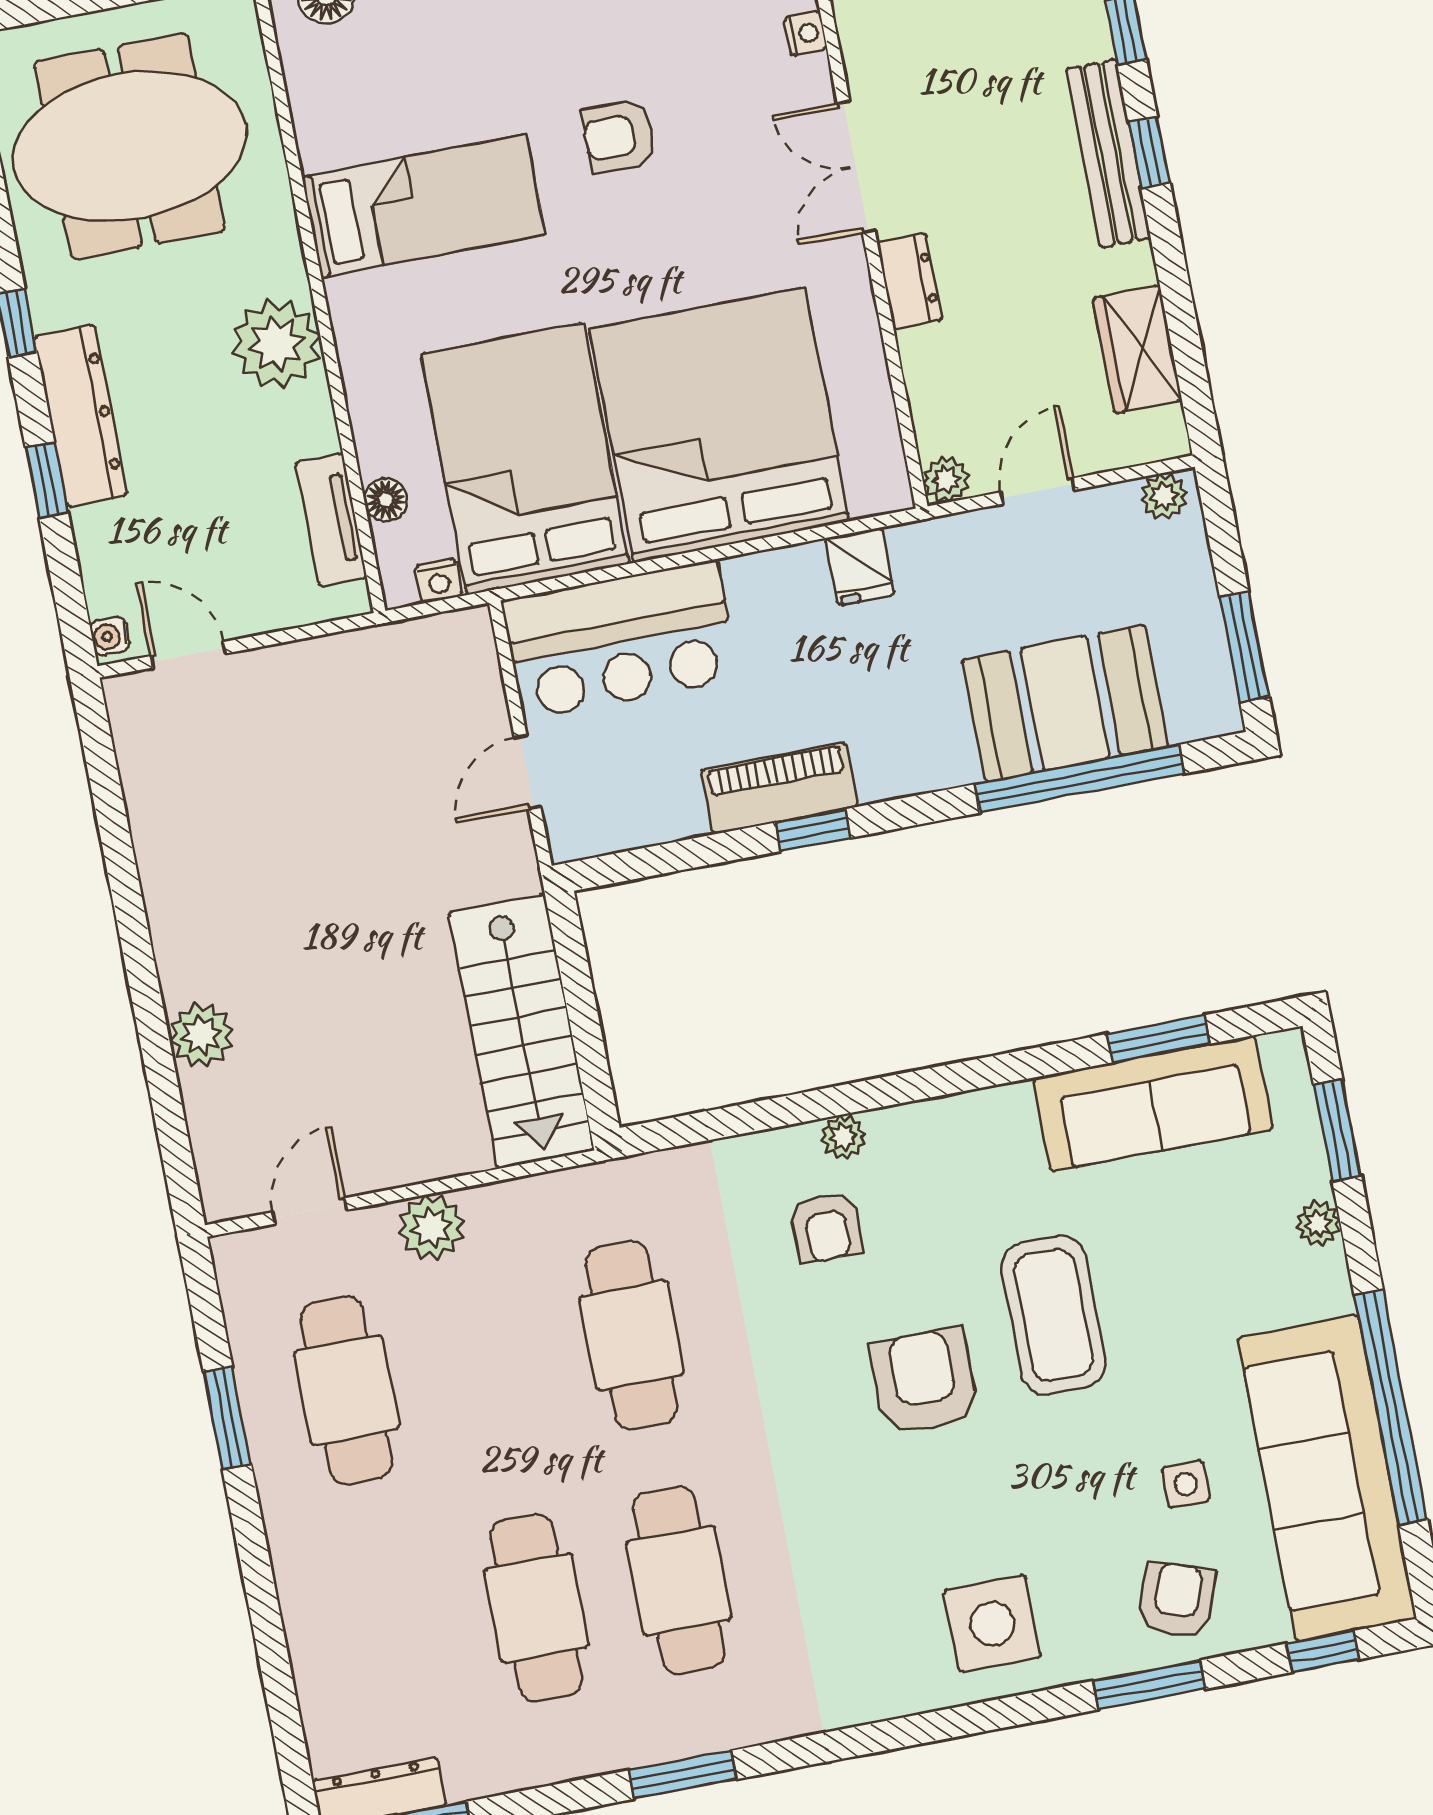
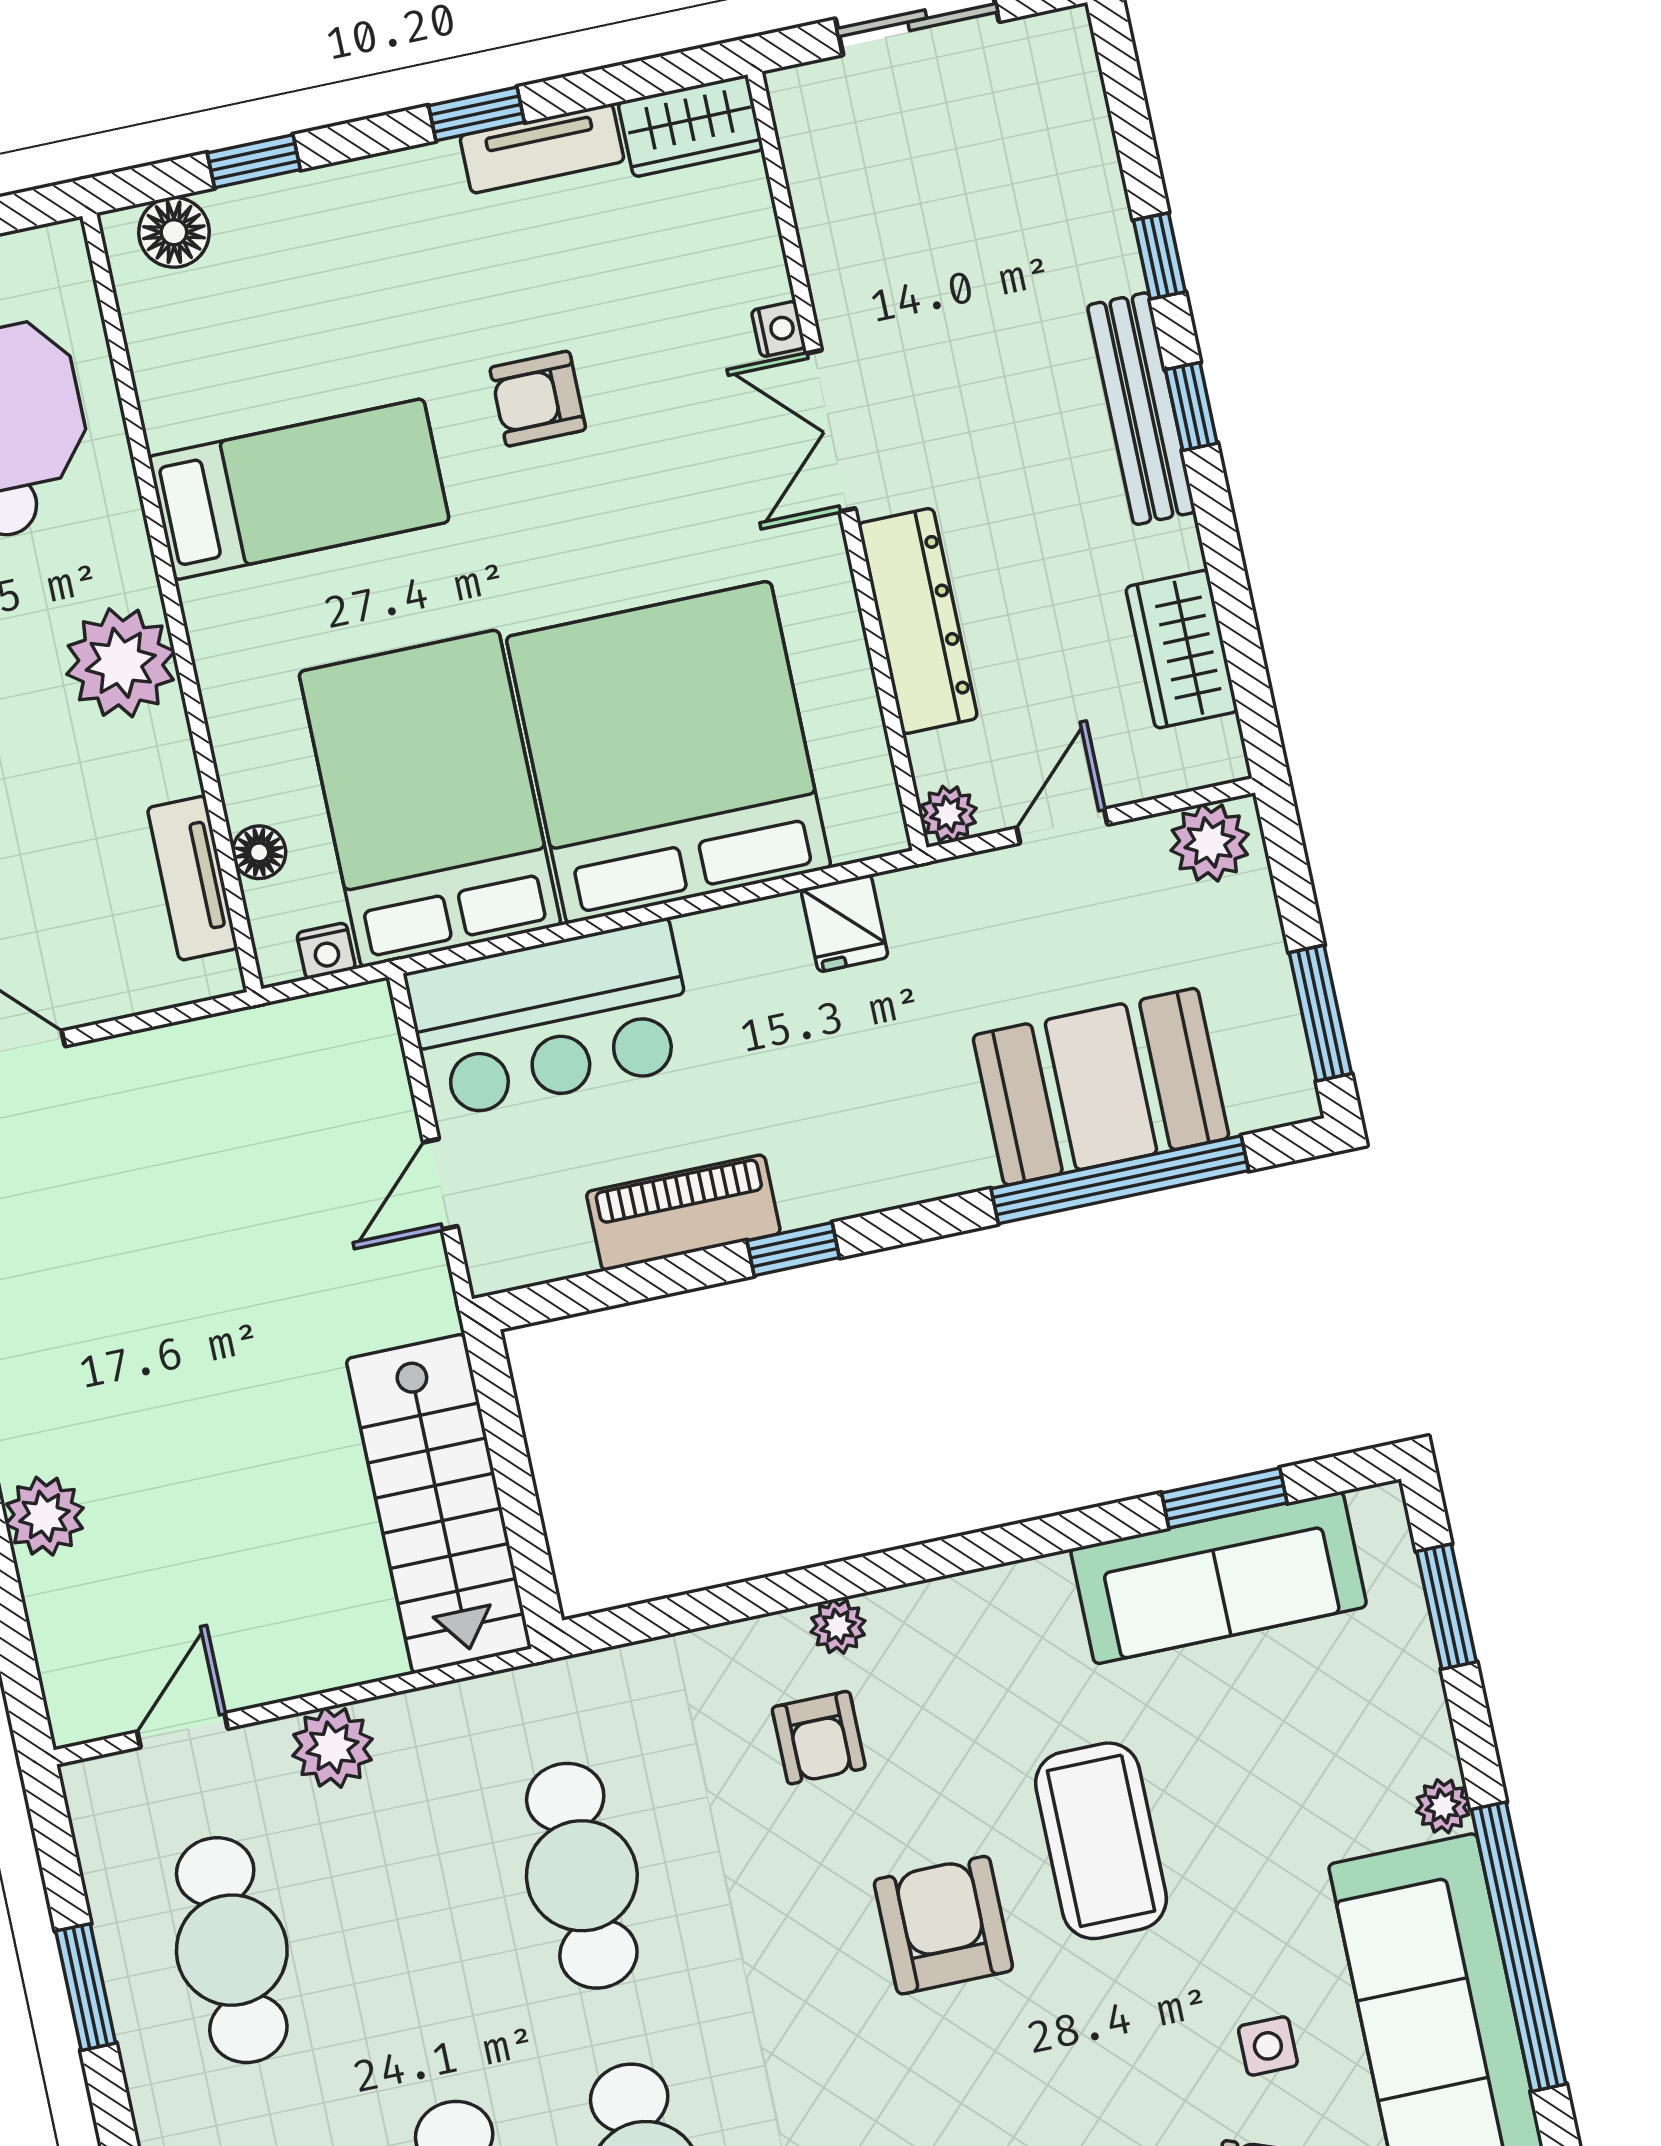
nightstand: (806, 33) -> (778, 329), moved
dresser: (910, 281) -> (918, 621), width x1.96, depth x1.24
plant: (1164, 496) -> (1210, 842), width x1.38, depth x1.38
piano: (779, 788) -> (683, 1213), moved
plant: (1318, 1224) -> (1443, 1806), moved

